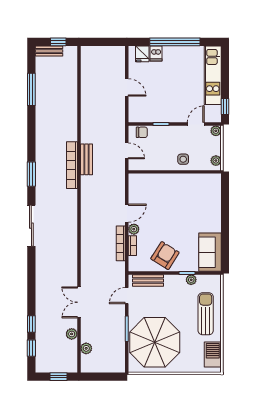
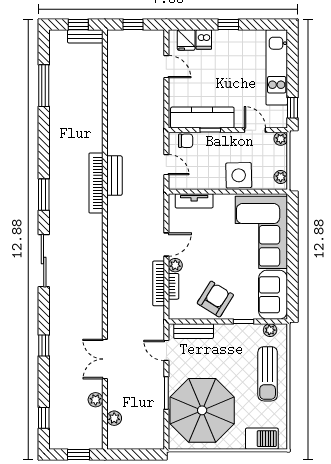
window: (101, 42) -> (133, 25), added
window: (175, 42) -> (228, 25), width x0.32
bench: (49, 51) -> (85, 36), moved
door: (127, 87) -> (166, 67), moved
kitchen counter: (155, 114) -> (202, 118), added
door: (196, 124) -> (255, 130), hinge flipped
side table: (183, 159) -> (239, 175), width x1.87, depth x1.87
tv unit: (149, 179) -> (194, 201), added
corner sofa: (201, 204) -> (261, 232), added
plant: (191, 280) -> (270, 330), moved
door: (127, 296) -> (166, 350), hinge flipped
sun lounger: (206, 314) -> (268, 374), turned 180
window: (31, 324) -> (44, 345), moved
barbecue: (213, 355) -> (262, 439), moved, turned 90

